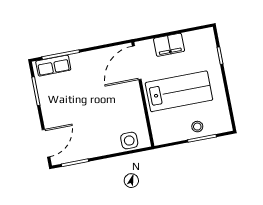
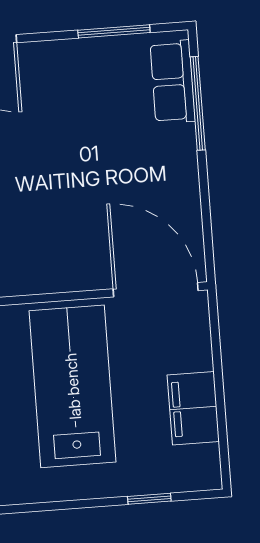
filing cabinet: (169, 45) -> (193, 408), moved
lab bench: (179, 91) -> (73, 386), turned 180

